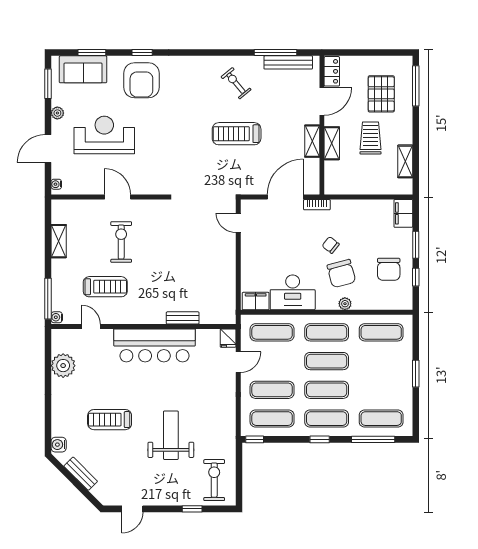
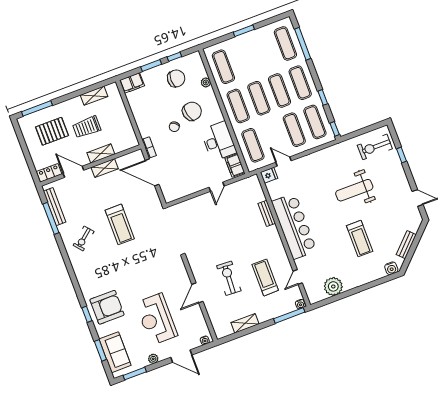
door: (238, 223) -> (217, 187), moved
exercise bike: (121, 242) -> (229, 278), turned 93
plant: (345, 304) -> (206, 82), moved
window: (320, 439) -> (323, 97), moved

